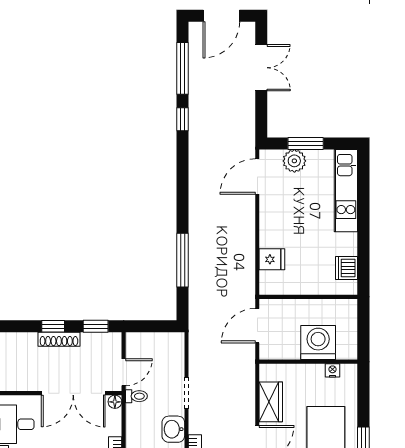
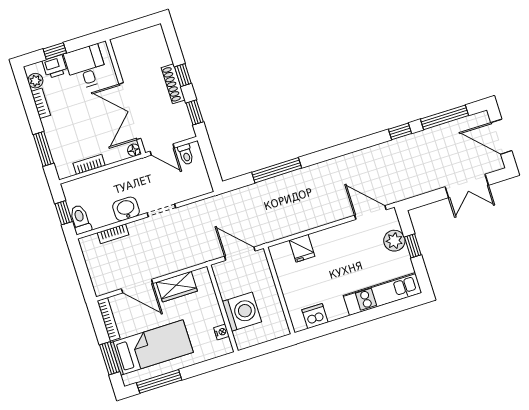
window: (306, 143) -> (413, 246), width x0.67
toilet: (136, 396) -> (186, 154), moved

